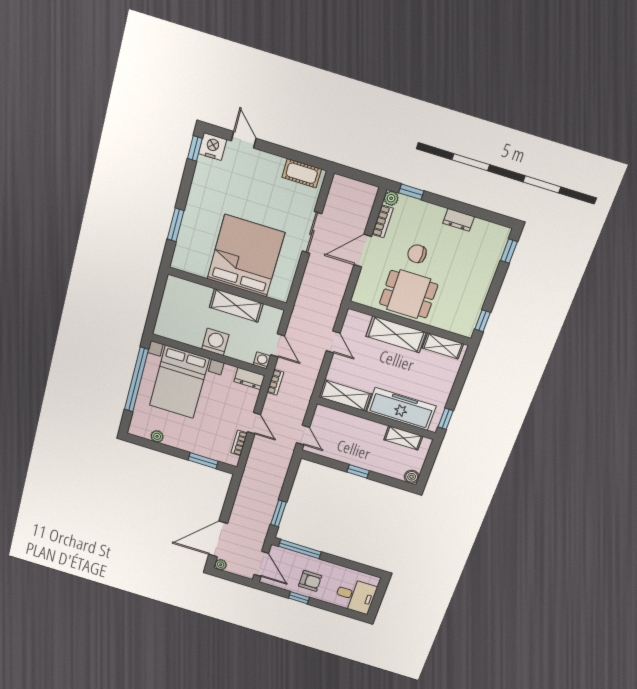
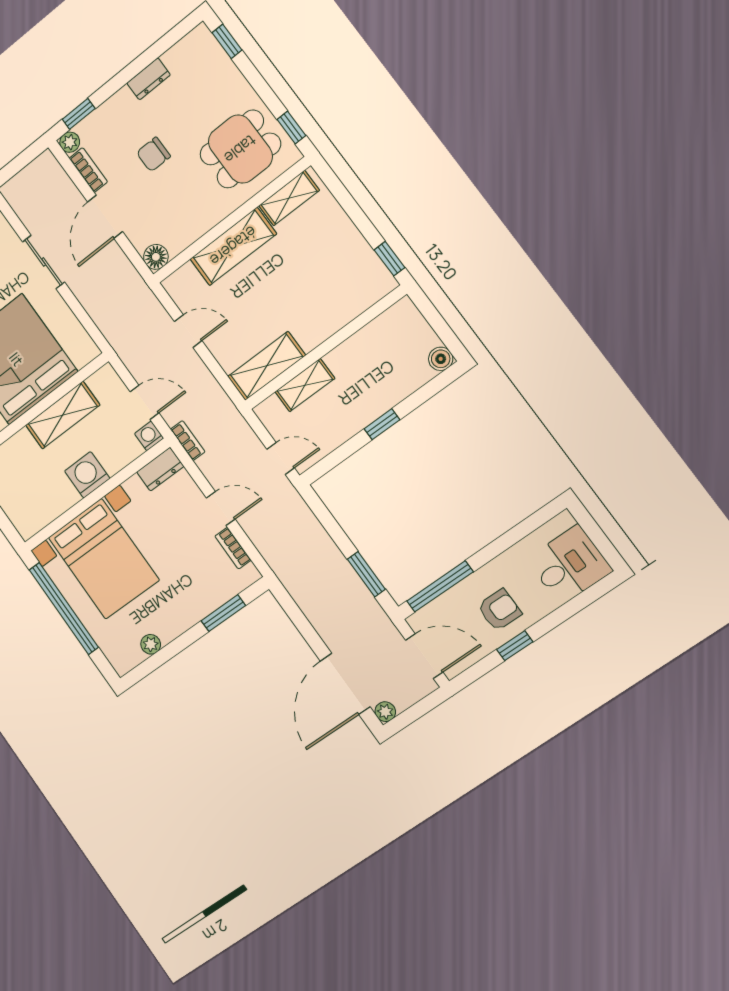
dining table: (409, 294) -> (240, 149), moved
floor lamp: (361, 296) -> (156, 257), added
freezer: (401, 409) -> (335, 307), removed
shelving: (403, 438) -> (305, 385), moved

